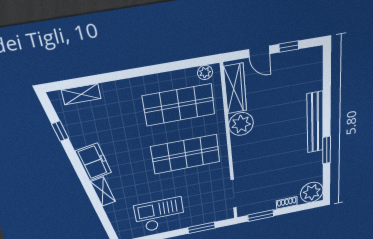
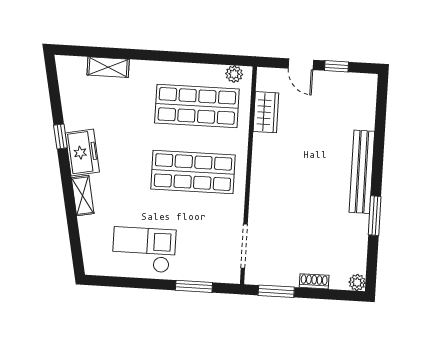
wardrobe: (235, 89) -> (266, 112), width x0.67
shelving: (81, 94) -> (108, 67), moved
plant: (241, 124) -> (267, 149), removed
window: (60, 131) -> (60, 136), moved
plant: (312, 192) -> (357, 282), width x0.53, depth x0.53

